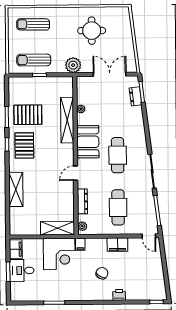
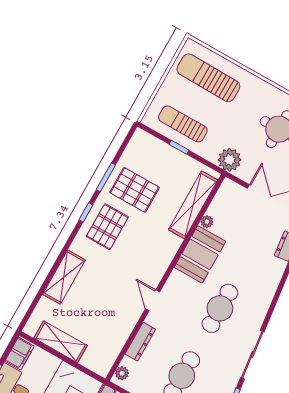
sun lounger: (33, 24) -> (208, 78), width x1.36, depth x1.34
shelving: (67, 120) -> (193, 205), moved
booth: (88, 142) -> (200, 254), moved
door: (76, 173) -> (153, 300), hinge flipped
shelving: (57, 228) -> (61, 342), moved

